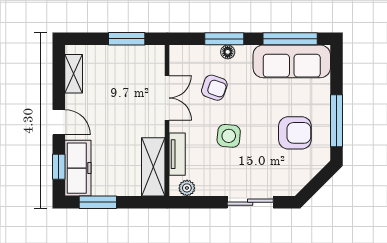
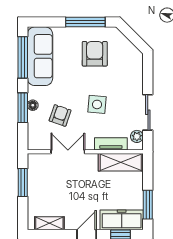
sliding door: (250, 202) -> (148, 112), moved

